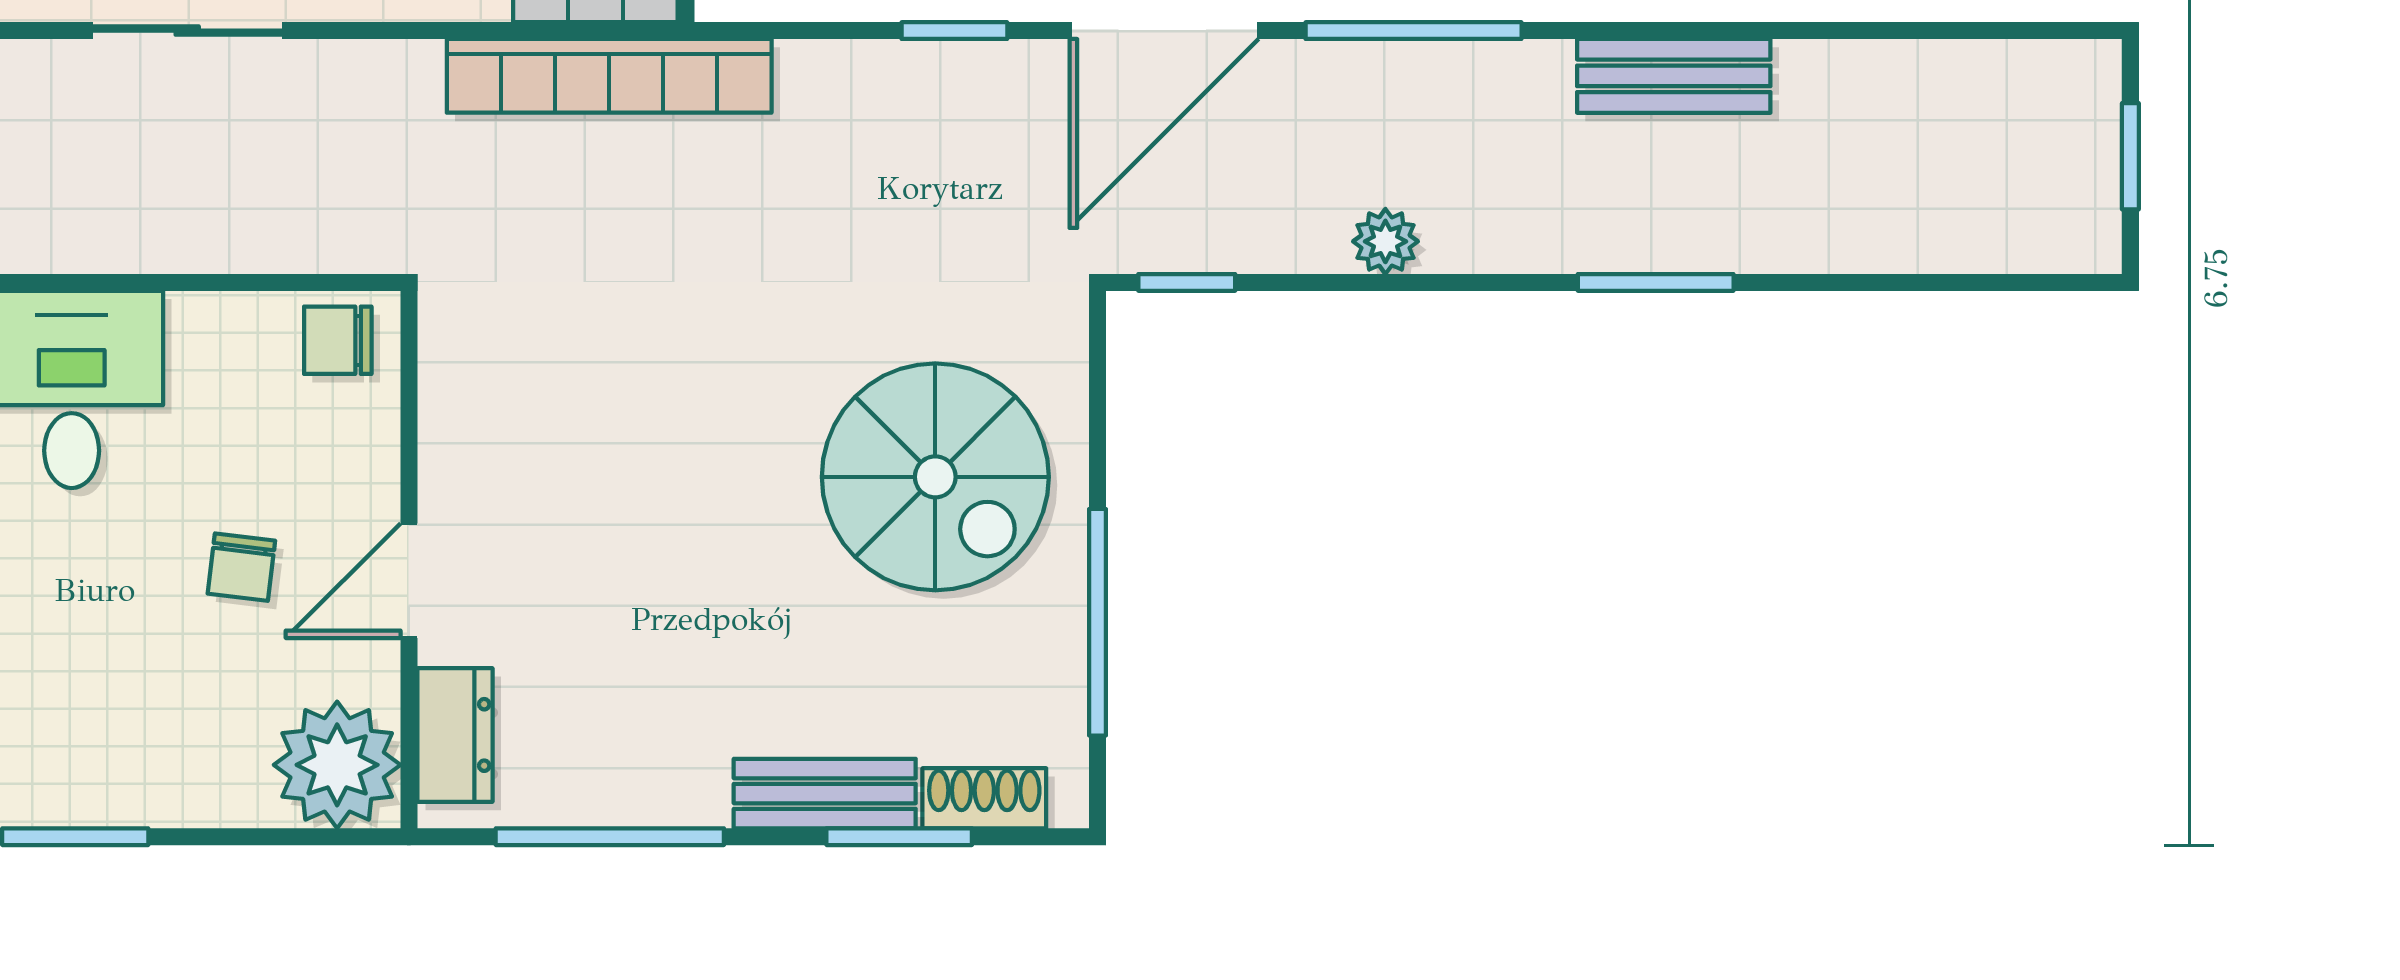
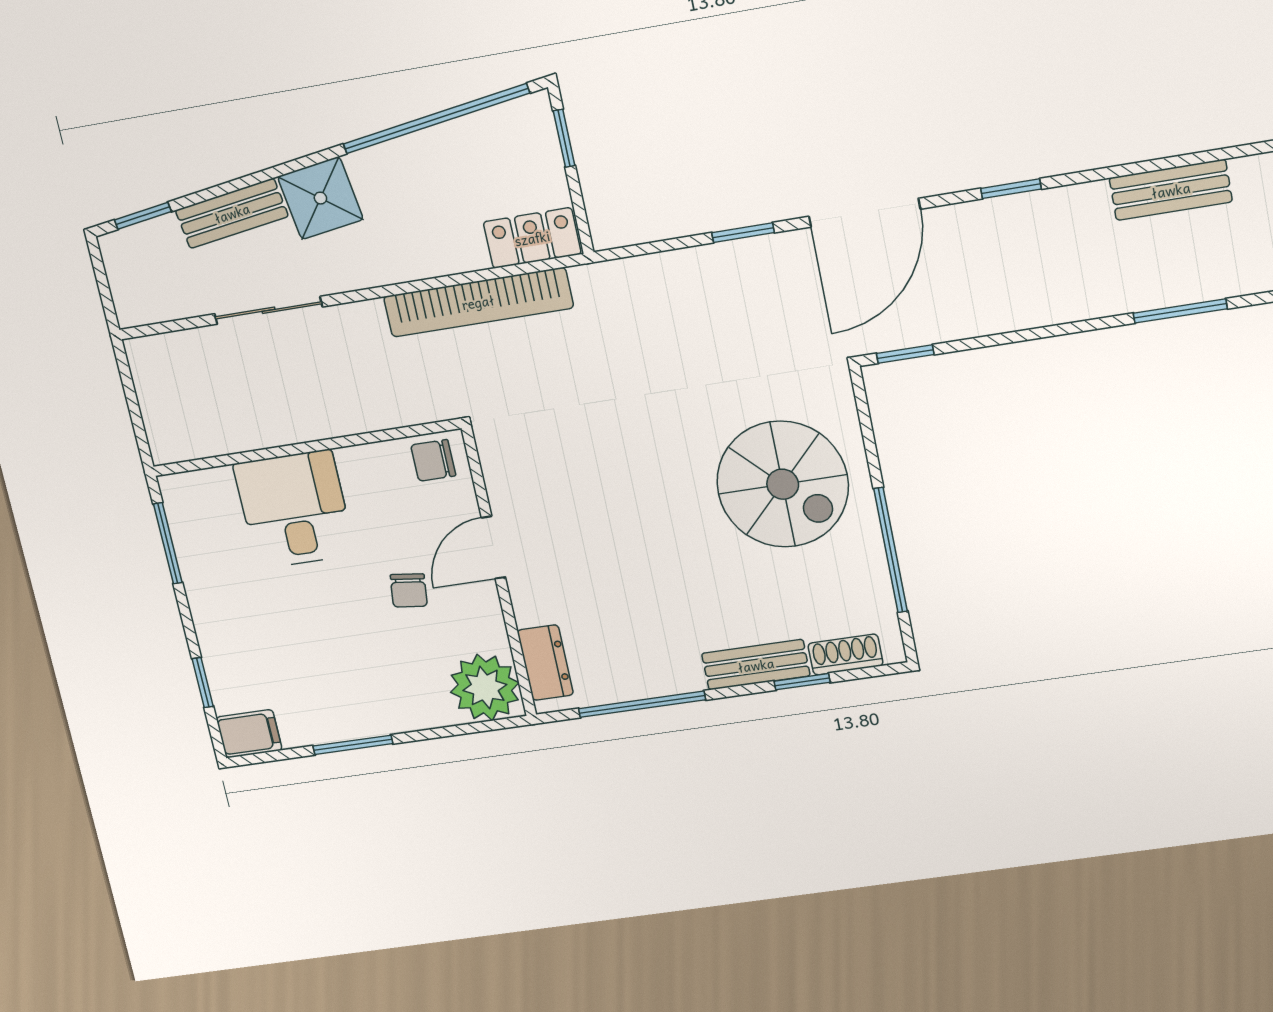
sliding door: (187, 31) -> (268, 310), moved
window: (1414, 31) -> (1011, 189), width x0.46
bookcase: (609, 76) -> (478, 302), moved
plant: (1385, 241) -> (1017, 313), removed
door: (409, 581) -> (493, 547), moved
window: (899, 837) -> (802, 682), width x0.67

